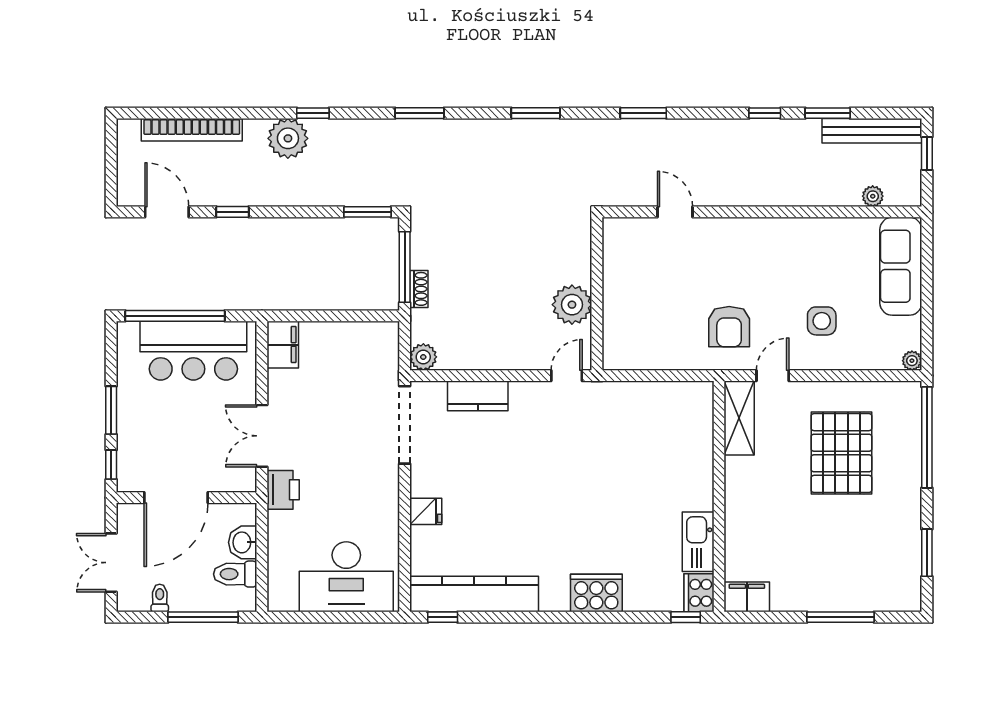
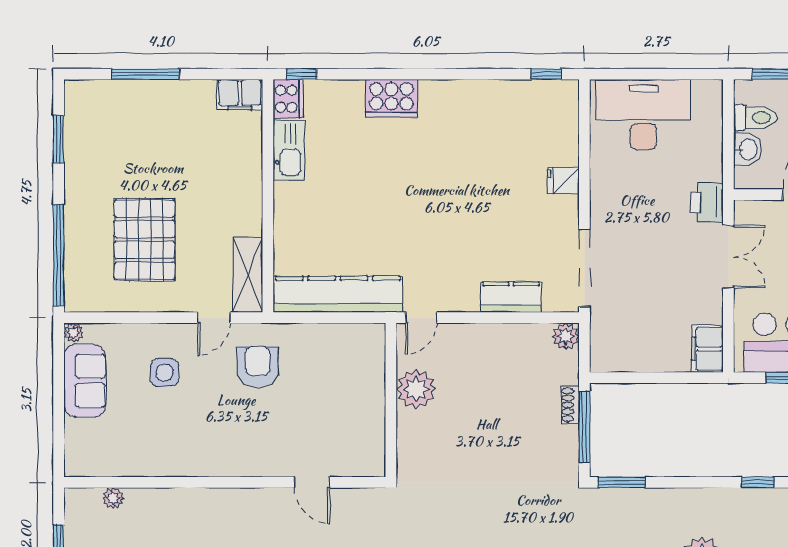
sofa: (901, 266) -> (85, 381), moved, width x0.73
kitchen counter: (474, 594) -> (338, 294), moved, turned 180

